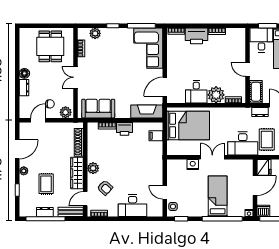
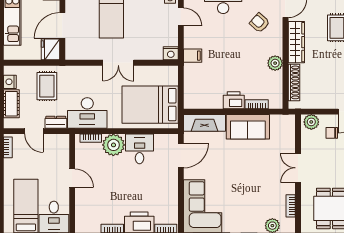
double door: (76, 77) -> (298, 168), swing flipped
cot: (256, 92) -> (61, 149), removed
sofa: (98, 109) -> (248, 127), moved
filing cabinet: (156, 136) -> (193, 56), moved
desk: (243, 143) -> (87, 113), moved, turned 180
nightstand: (193, 165) -> (171, 53), moved
plant: (93, 168) -> (275, 63), moved

